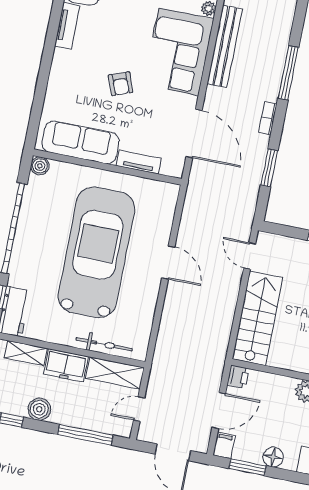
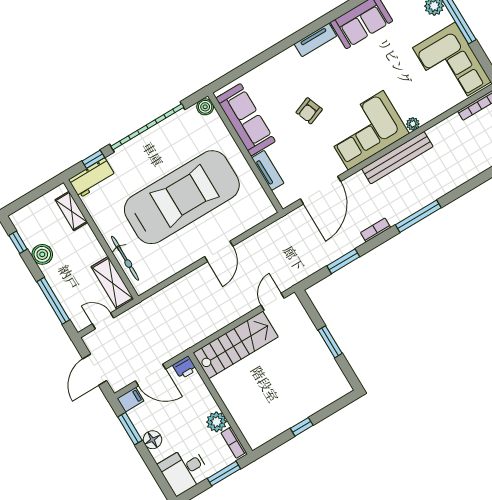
freezer: (66, 365) -> (88, 245), removed

